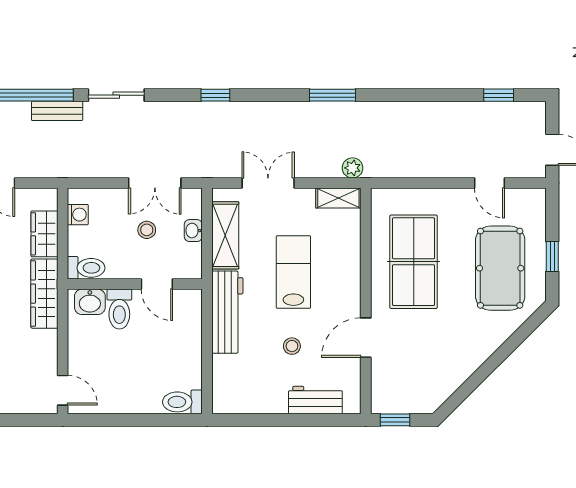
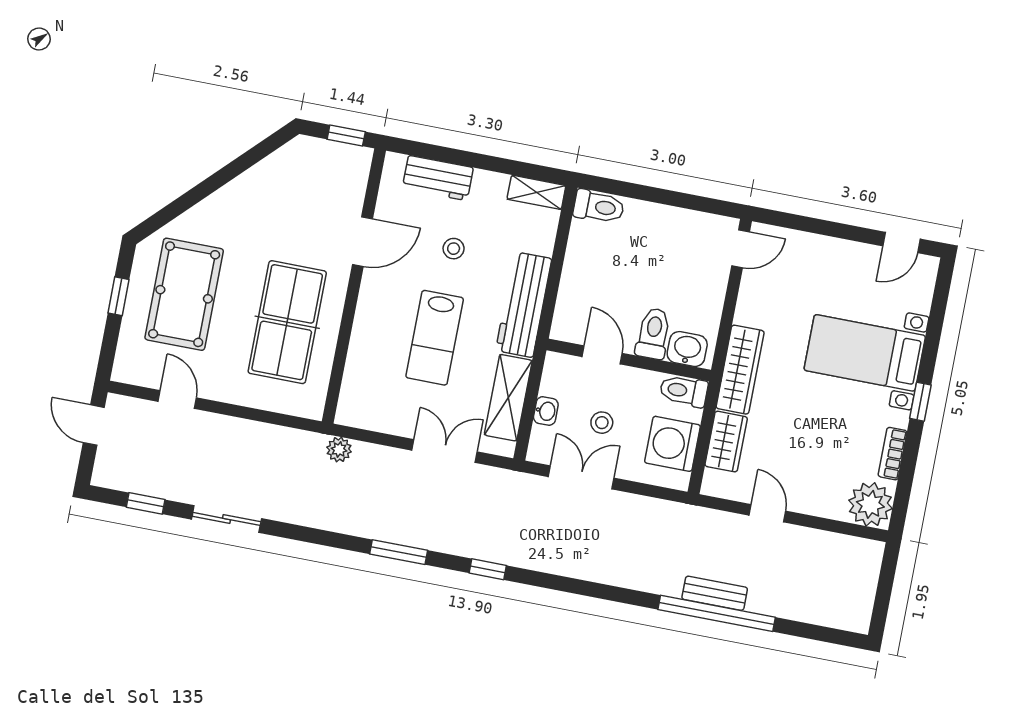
sliding door: (116, 95) -> (227, 519), moved
window: (332, 95) -> (399, 552), moved
bench: (57, 111) -> (715, 593), moved
double door: (268, 183) -> (444, 451), swing flipped
shelving: (338, 198) -> (536, 192), moved
washing machine: (78, 215) -> (672, 444), width x1.89, depth x1.89
door: (63, 390) -> (741, 249), swing flipped

